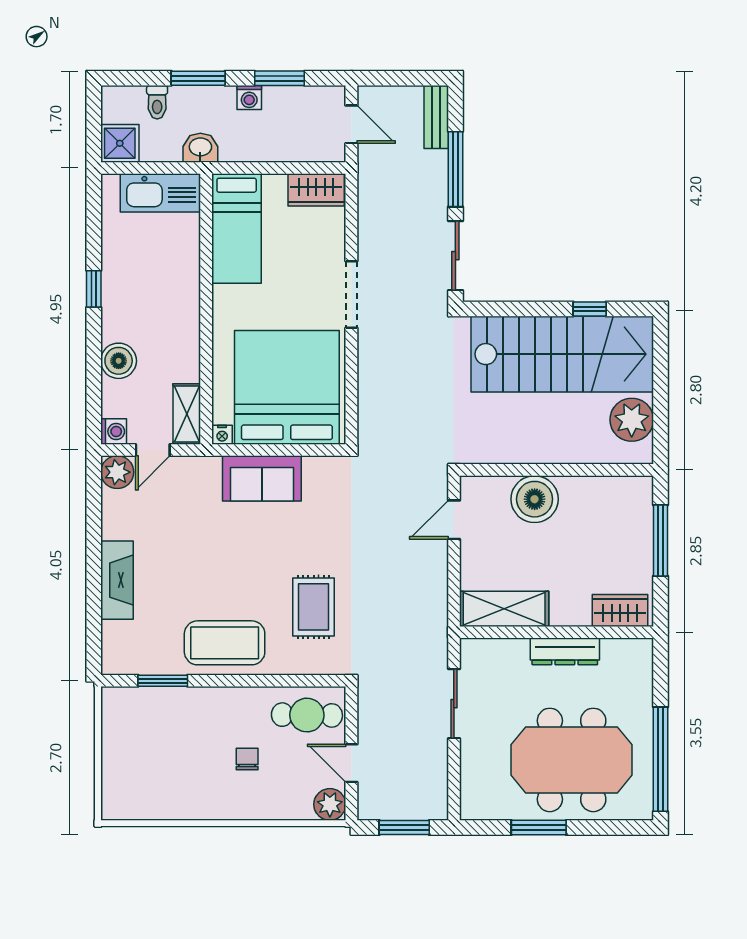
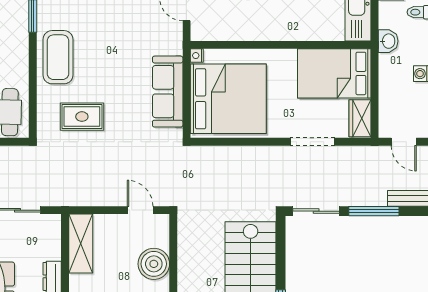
door: (351, 124) -> (404, 142), hinge flipped
bed: (237, 229) -> (334, 73), width x1.50
doorway: (351, 295) -> (313, 142), moved
shelving: (187, 414) -> (211, 32), removed
sofa: (262, 478) -> (168, 92), width x1.36

